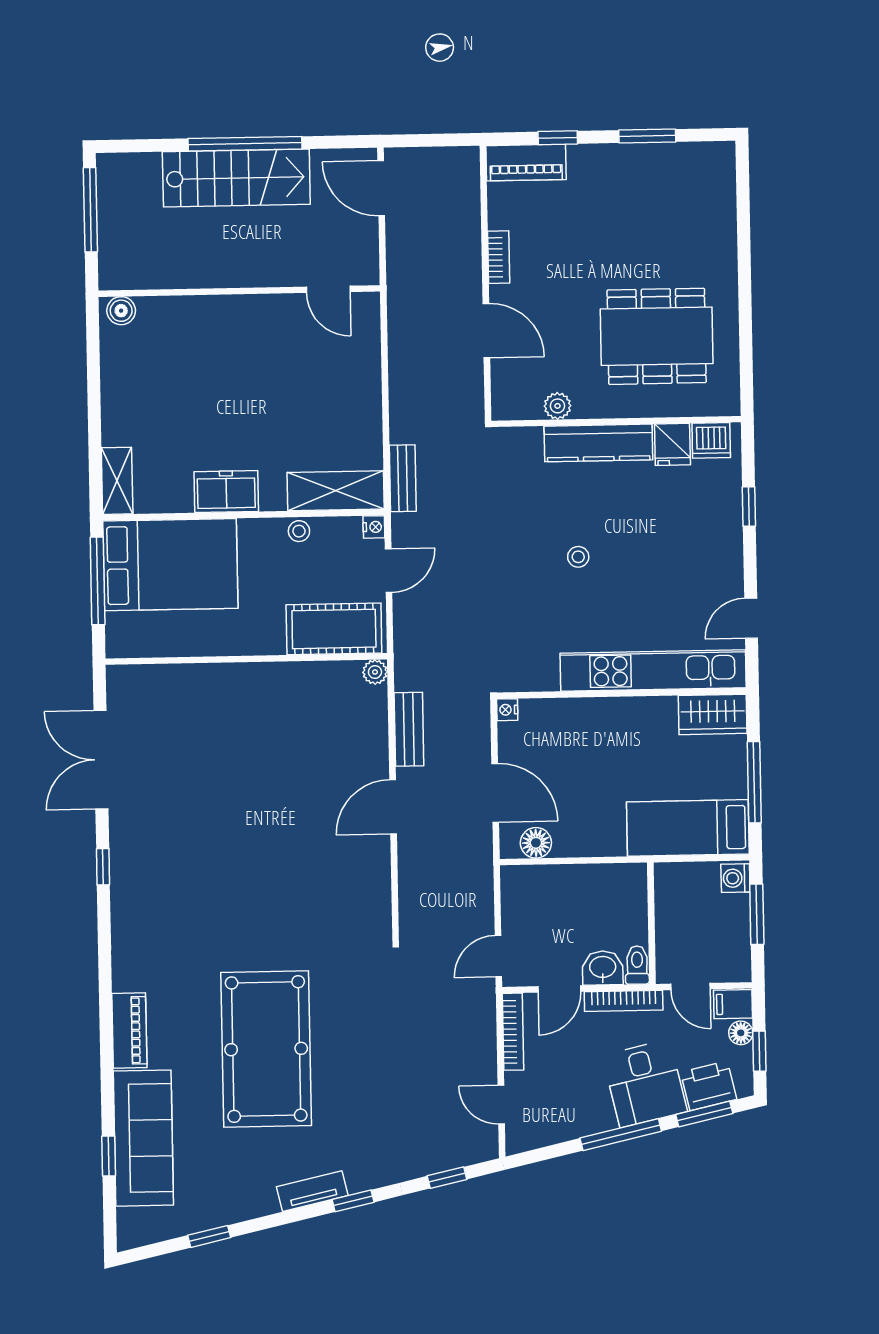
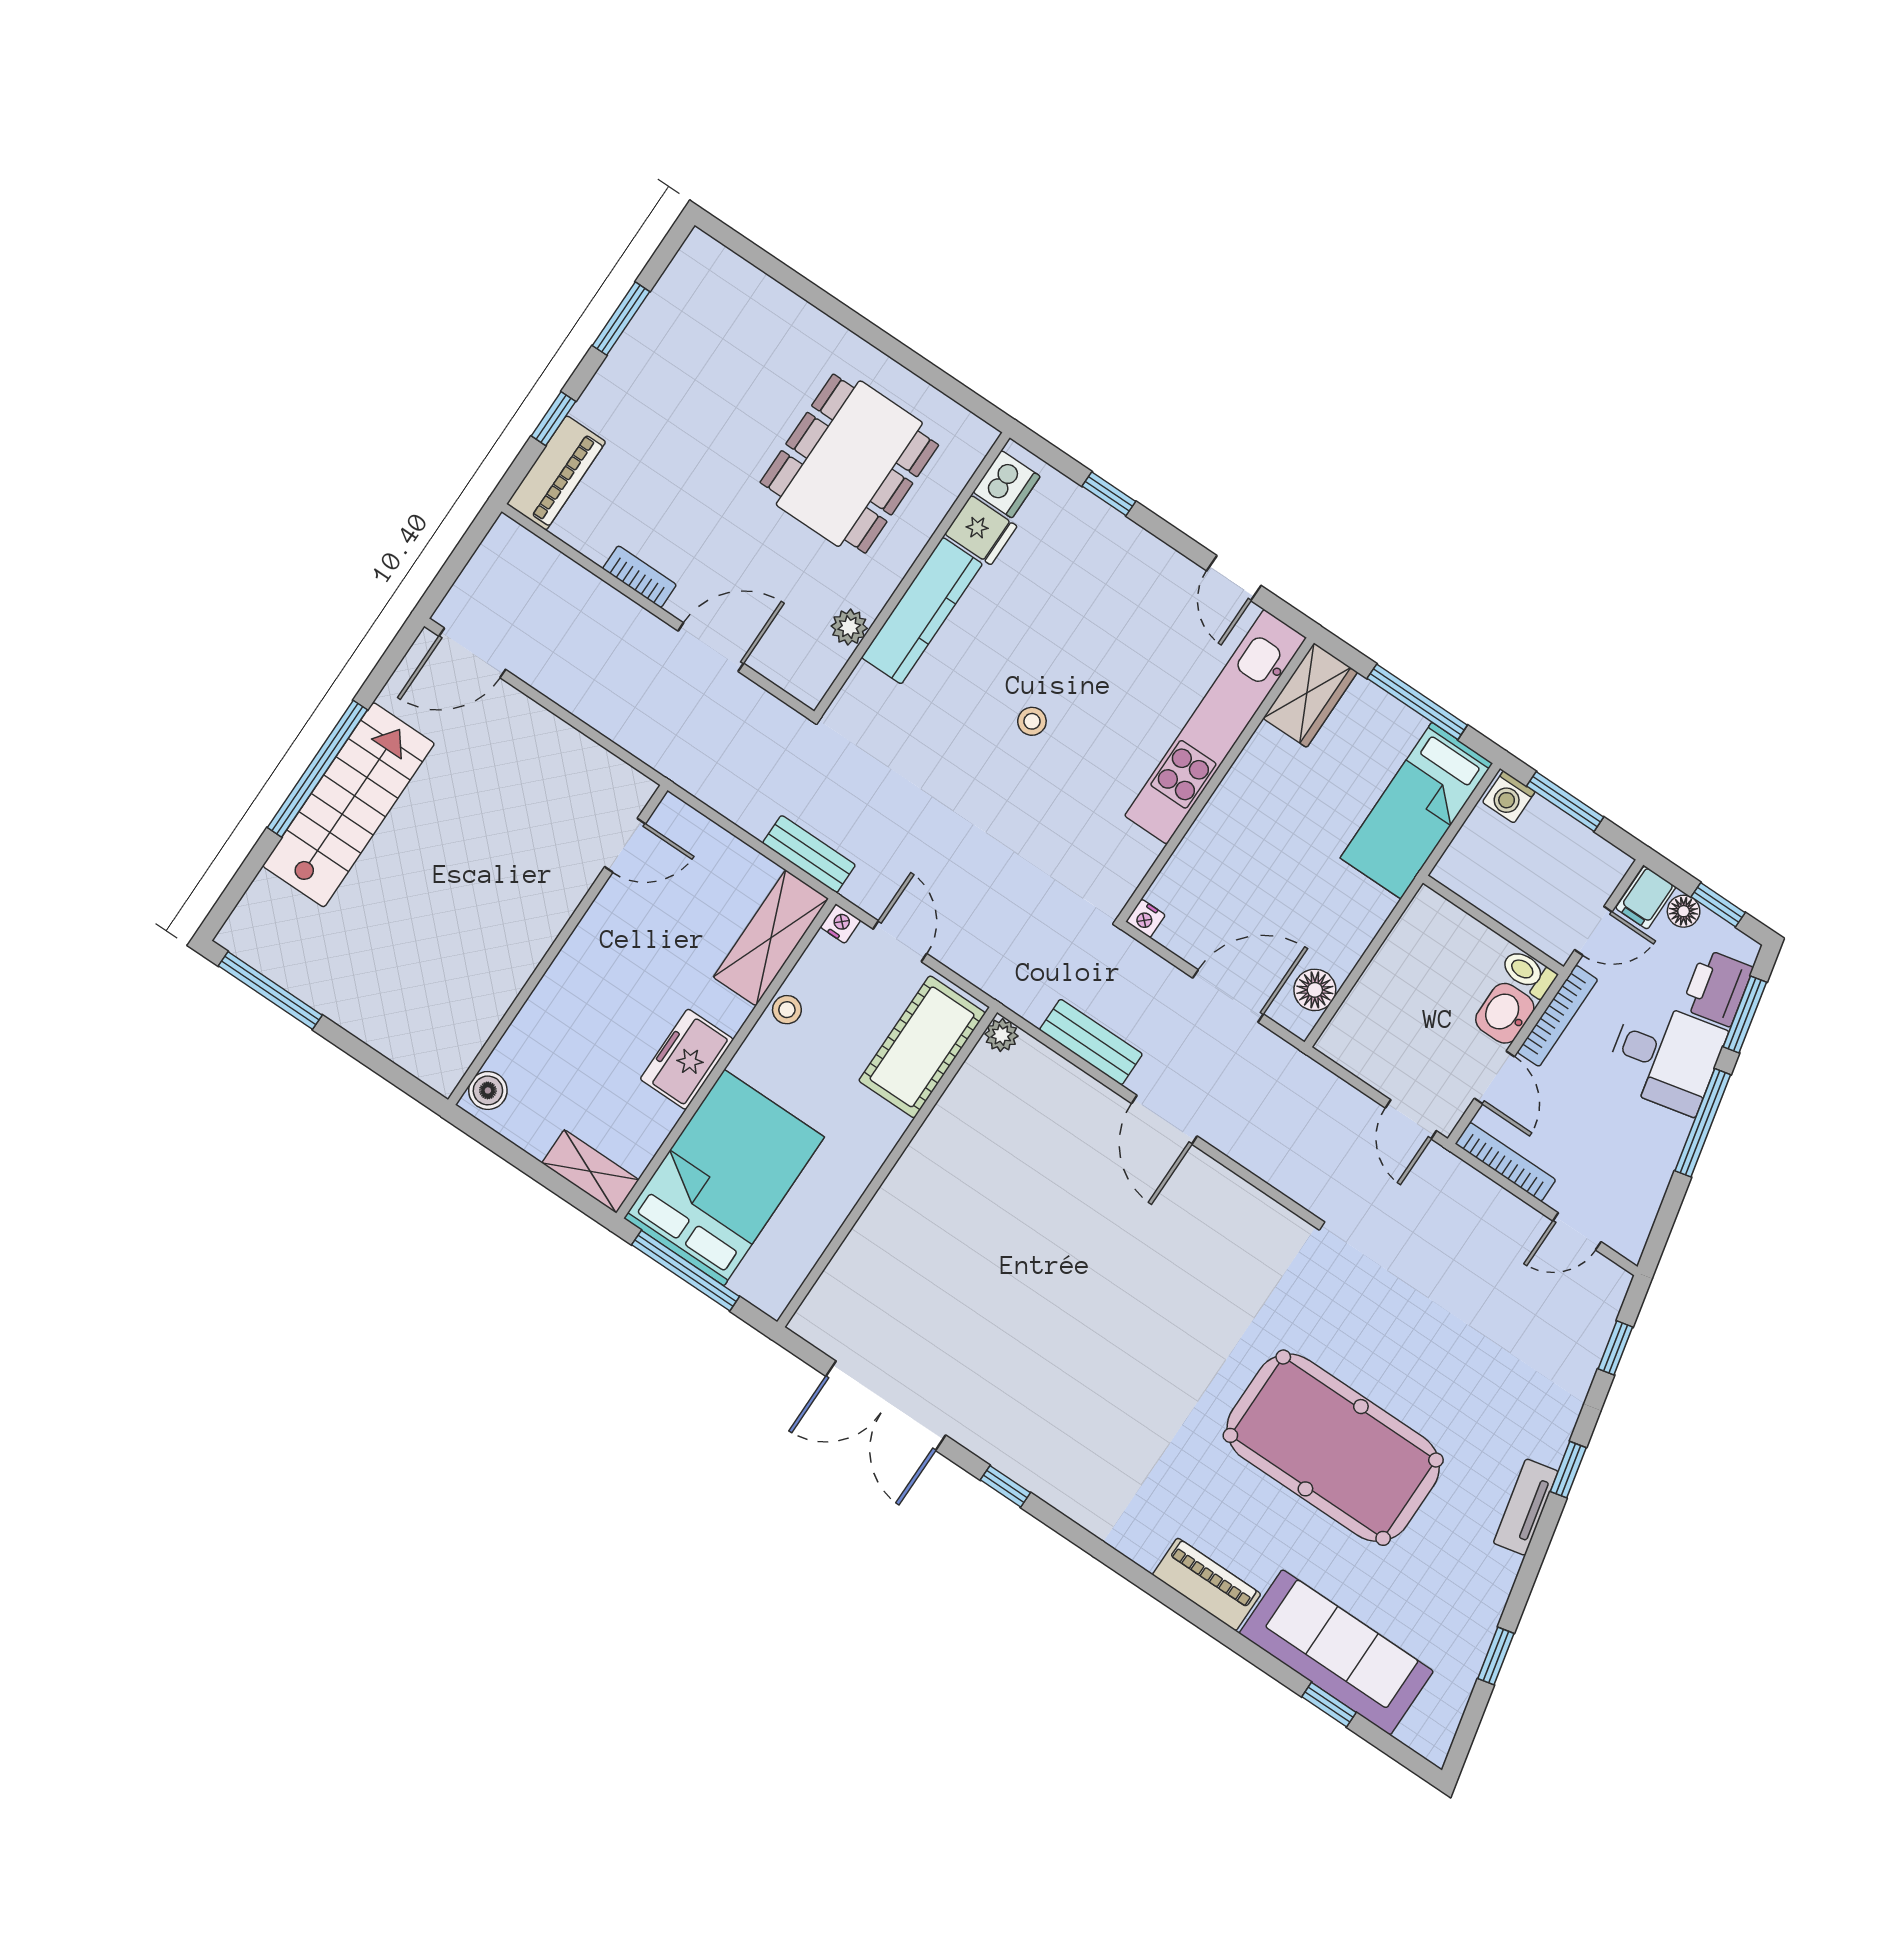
door: (328, 289) -> (625, 845), moved
wall: (239, 291) -> (558, 945), moved
boiler: (121, 311) -> (488, 1090), moved

